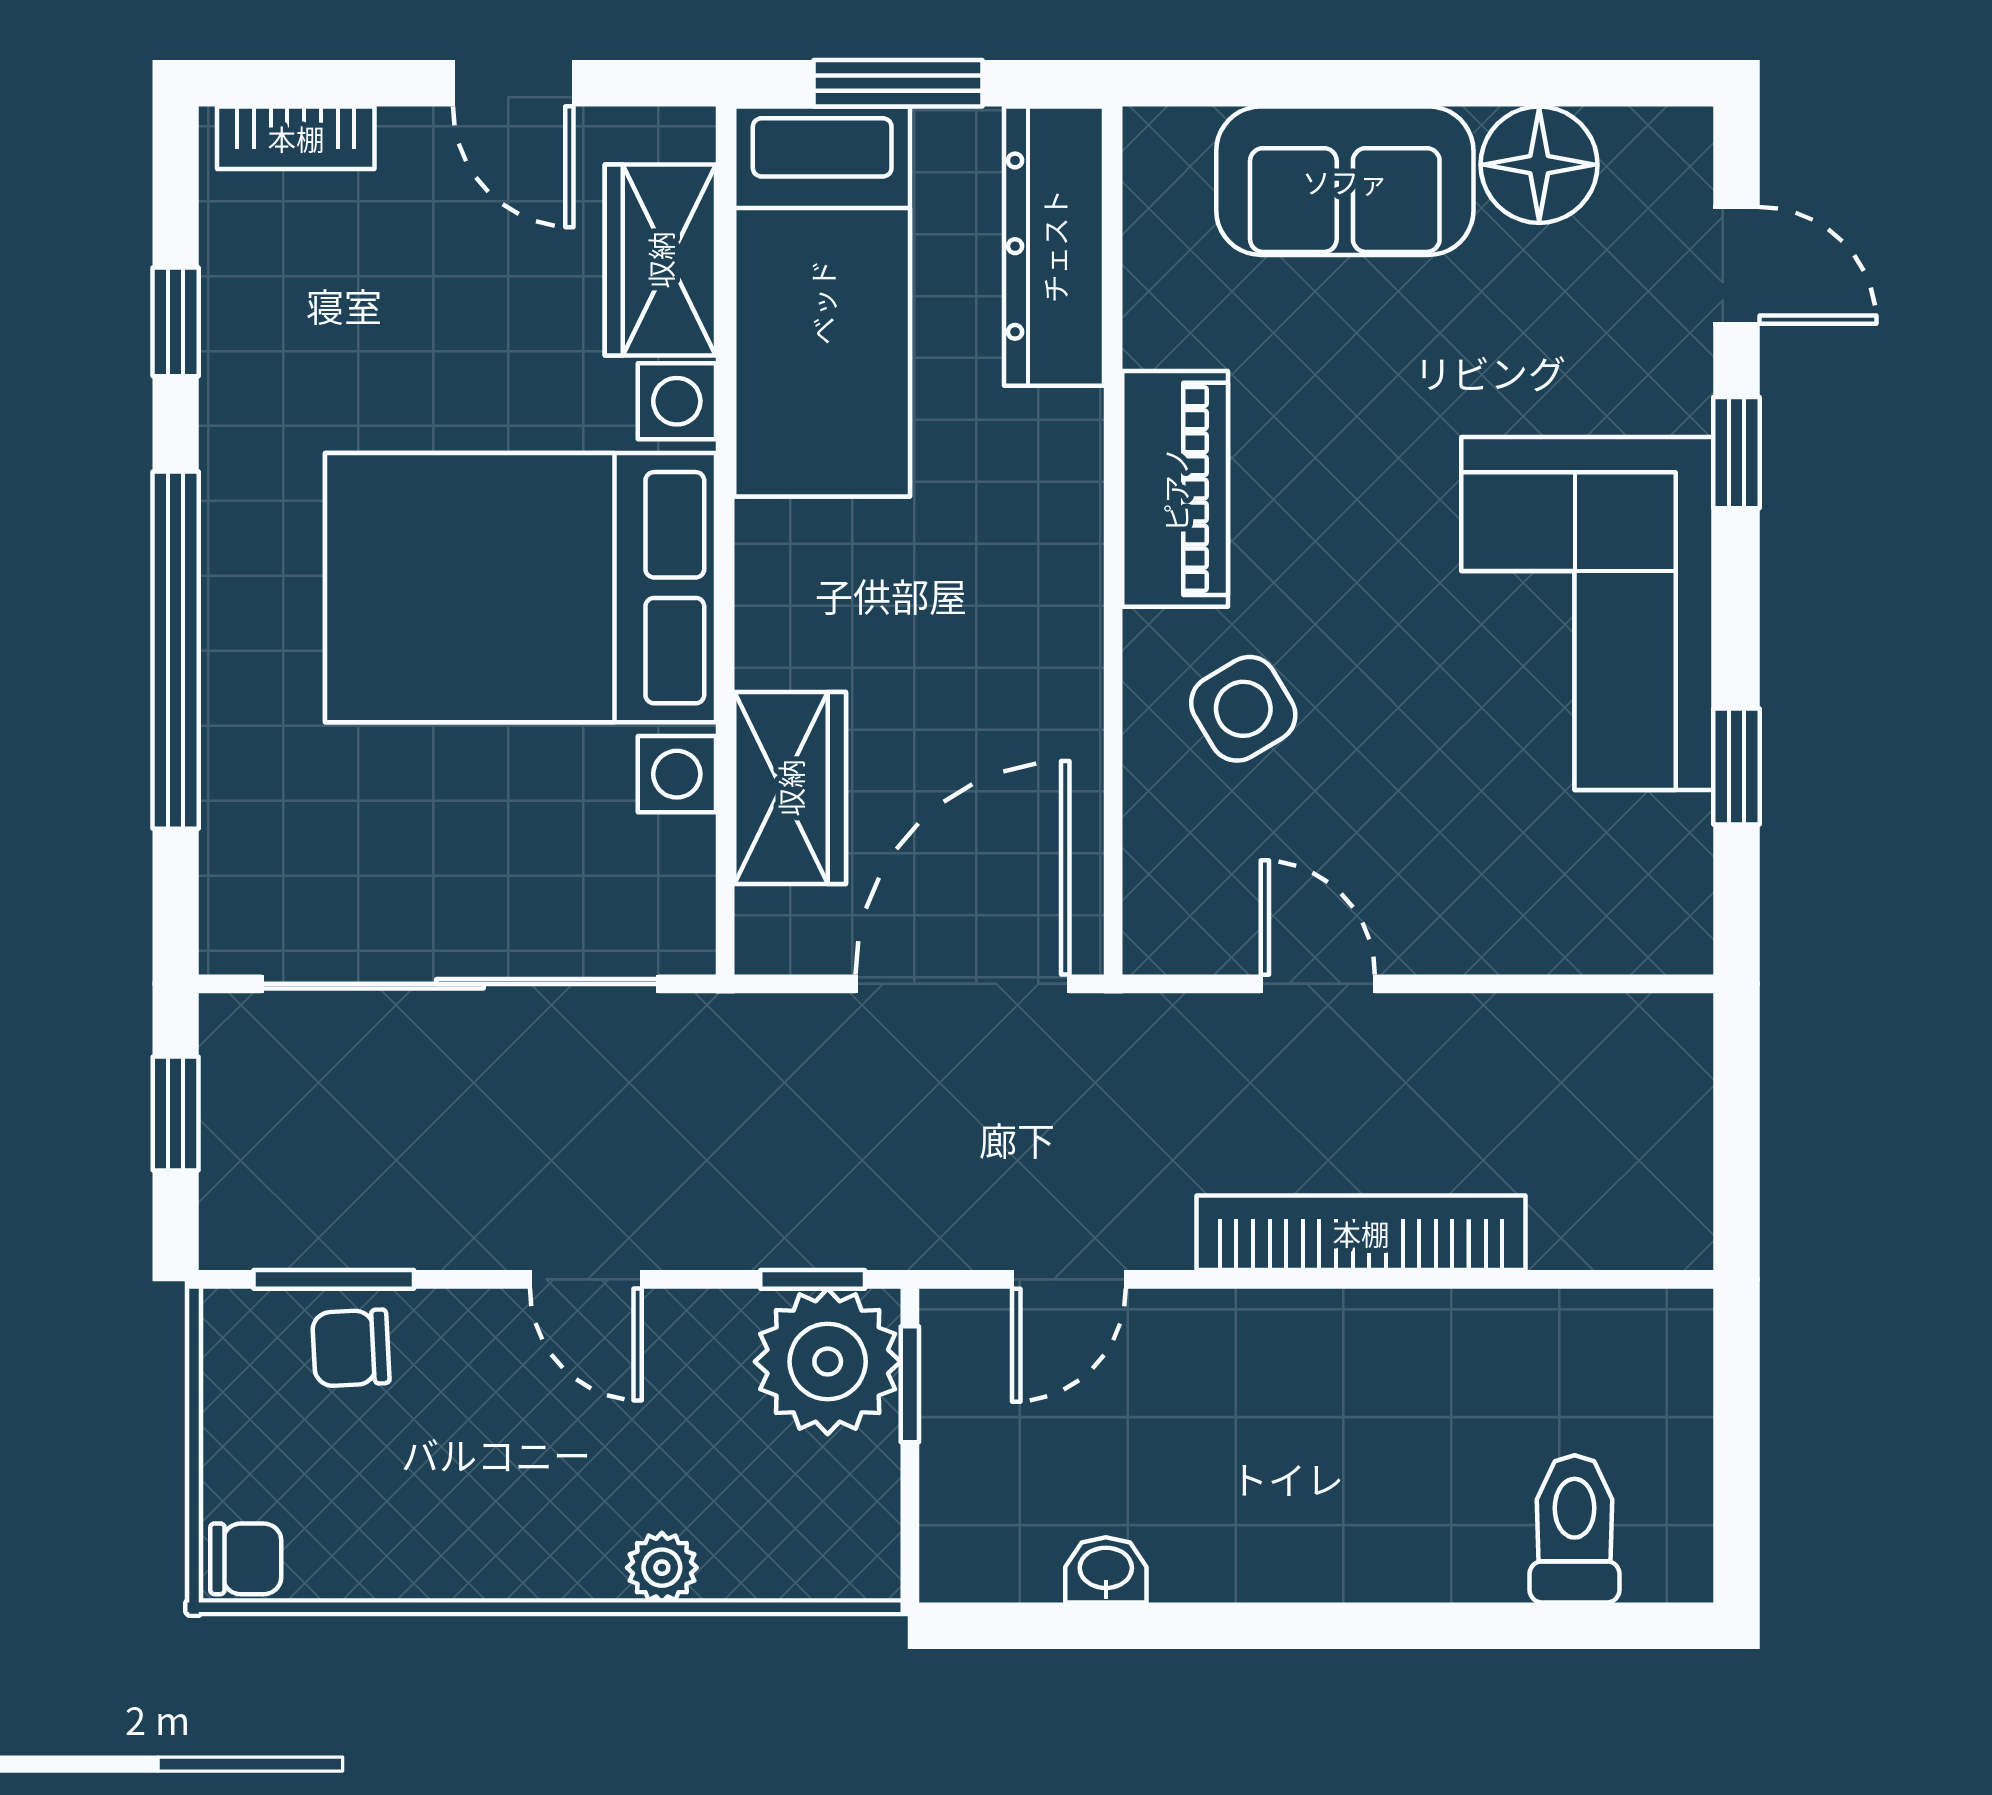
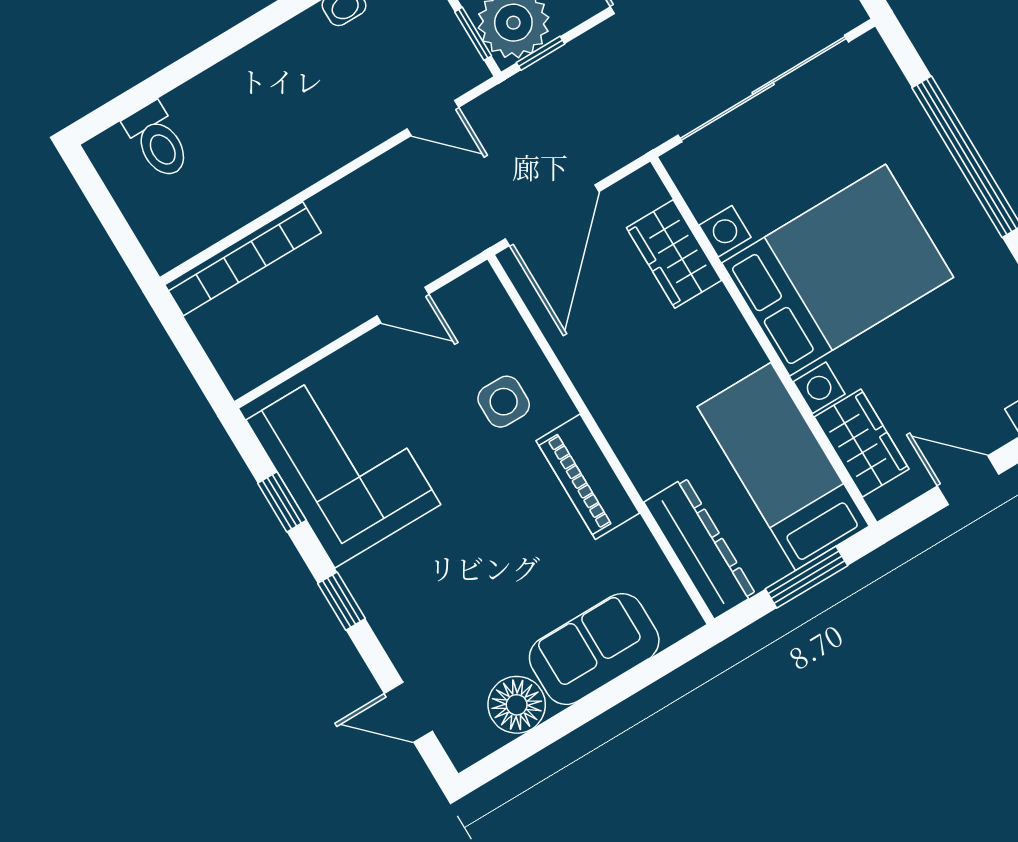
window: (1736, 453) -> (342, 601), moved
corner sofa: (1587, 613) -> (343, 462), moved
side table: (1243, 709) -> (504, 402), turned 31
bookcase: (1361, 1233) -> (243, 259), moved
door: (1069, 1279) -> (433, 118), swing flipped

